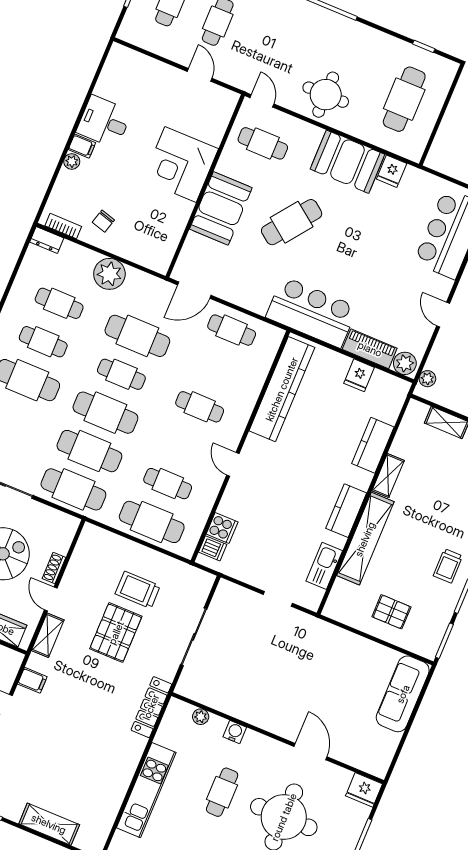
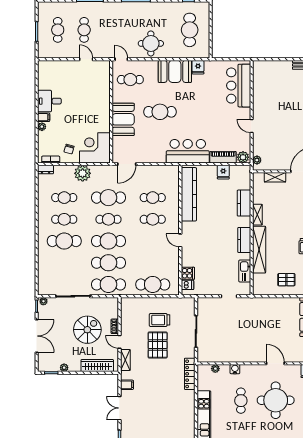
corner desk: (180, 164) -> (95, 148), moved, turned 90
cafe table: (292, 222) -> (160, 112), turned 53
cafe table: (232, 330) -> (153, 198), moved
cafe table: (168, 484) -> (153, 263), removed

